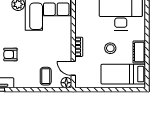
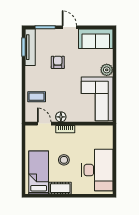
door: (73, 68) -> (44, 124), hinge flipped
floor lamp: (66, 83) -> (61, 117), moved

